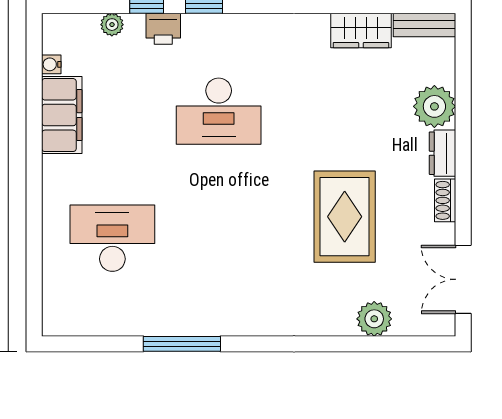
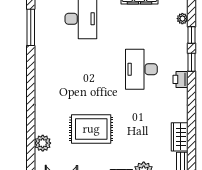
printer: (163, 29) -> (180, 79), moved
window: (182, 344) -> (31, 27), moved

